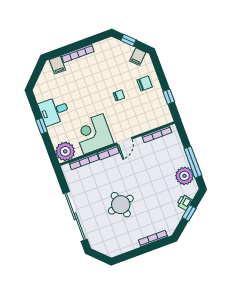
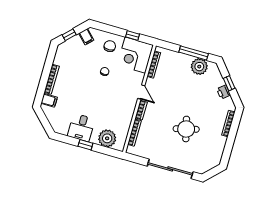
corner desk: (93, 134) -> (135, 55), moved
plant: (65, 151) -> (107, 138), moved
printer: (184, 202) -> (224, 92), moved

